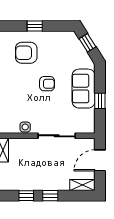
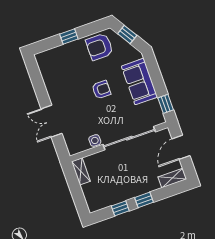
armchair: (26, 53) -> (99, 47), moved
window: (100, 101) -> (166, 104), moved
sliding door: (57, 136) -> (129, 138), width x1.36

